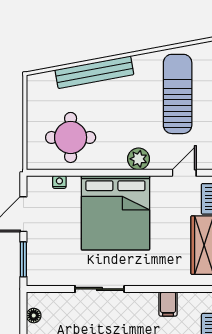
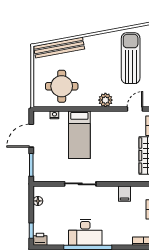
bench: (94, 72) -> (59, 48), moved
bed: (115, 213) -> (79, 135), width x0.49

